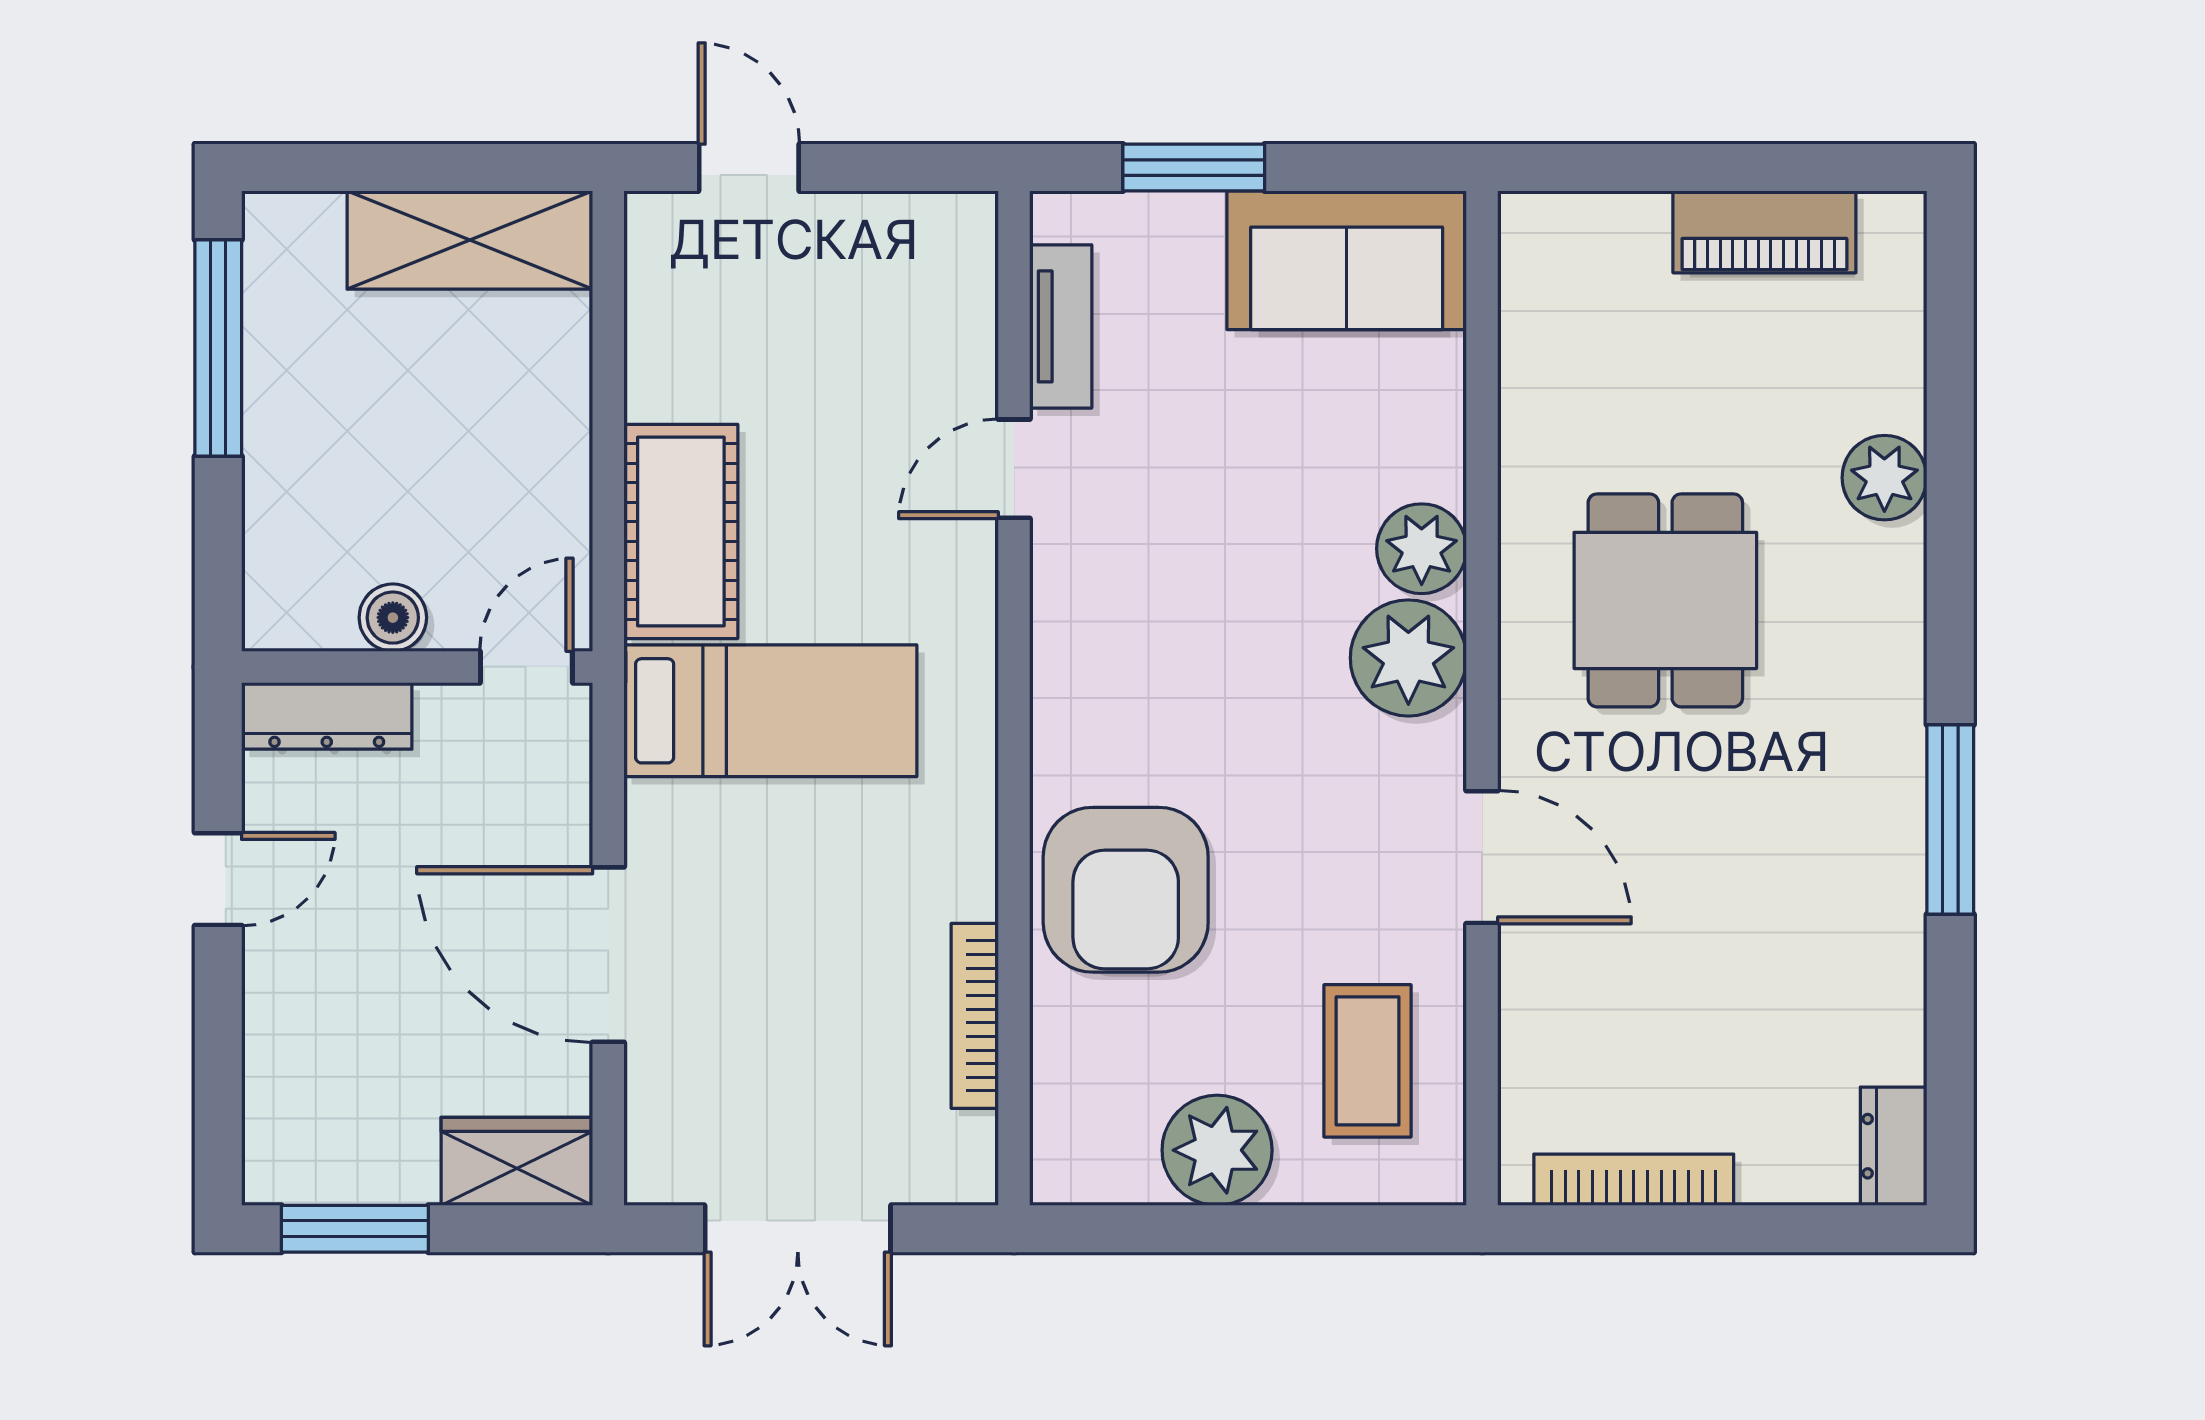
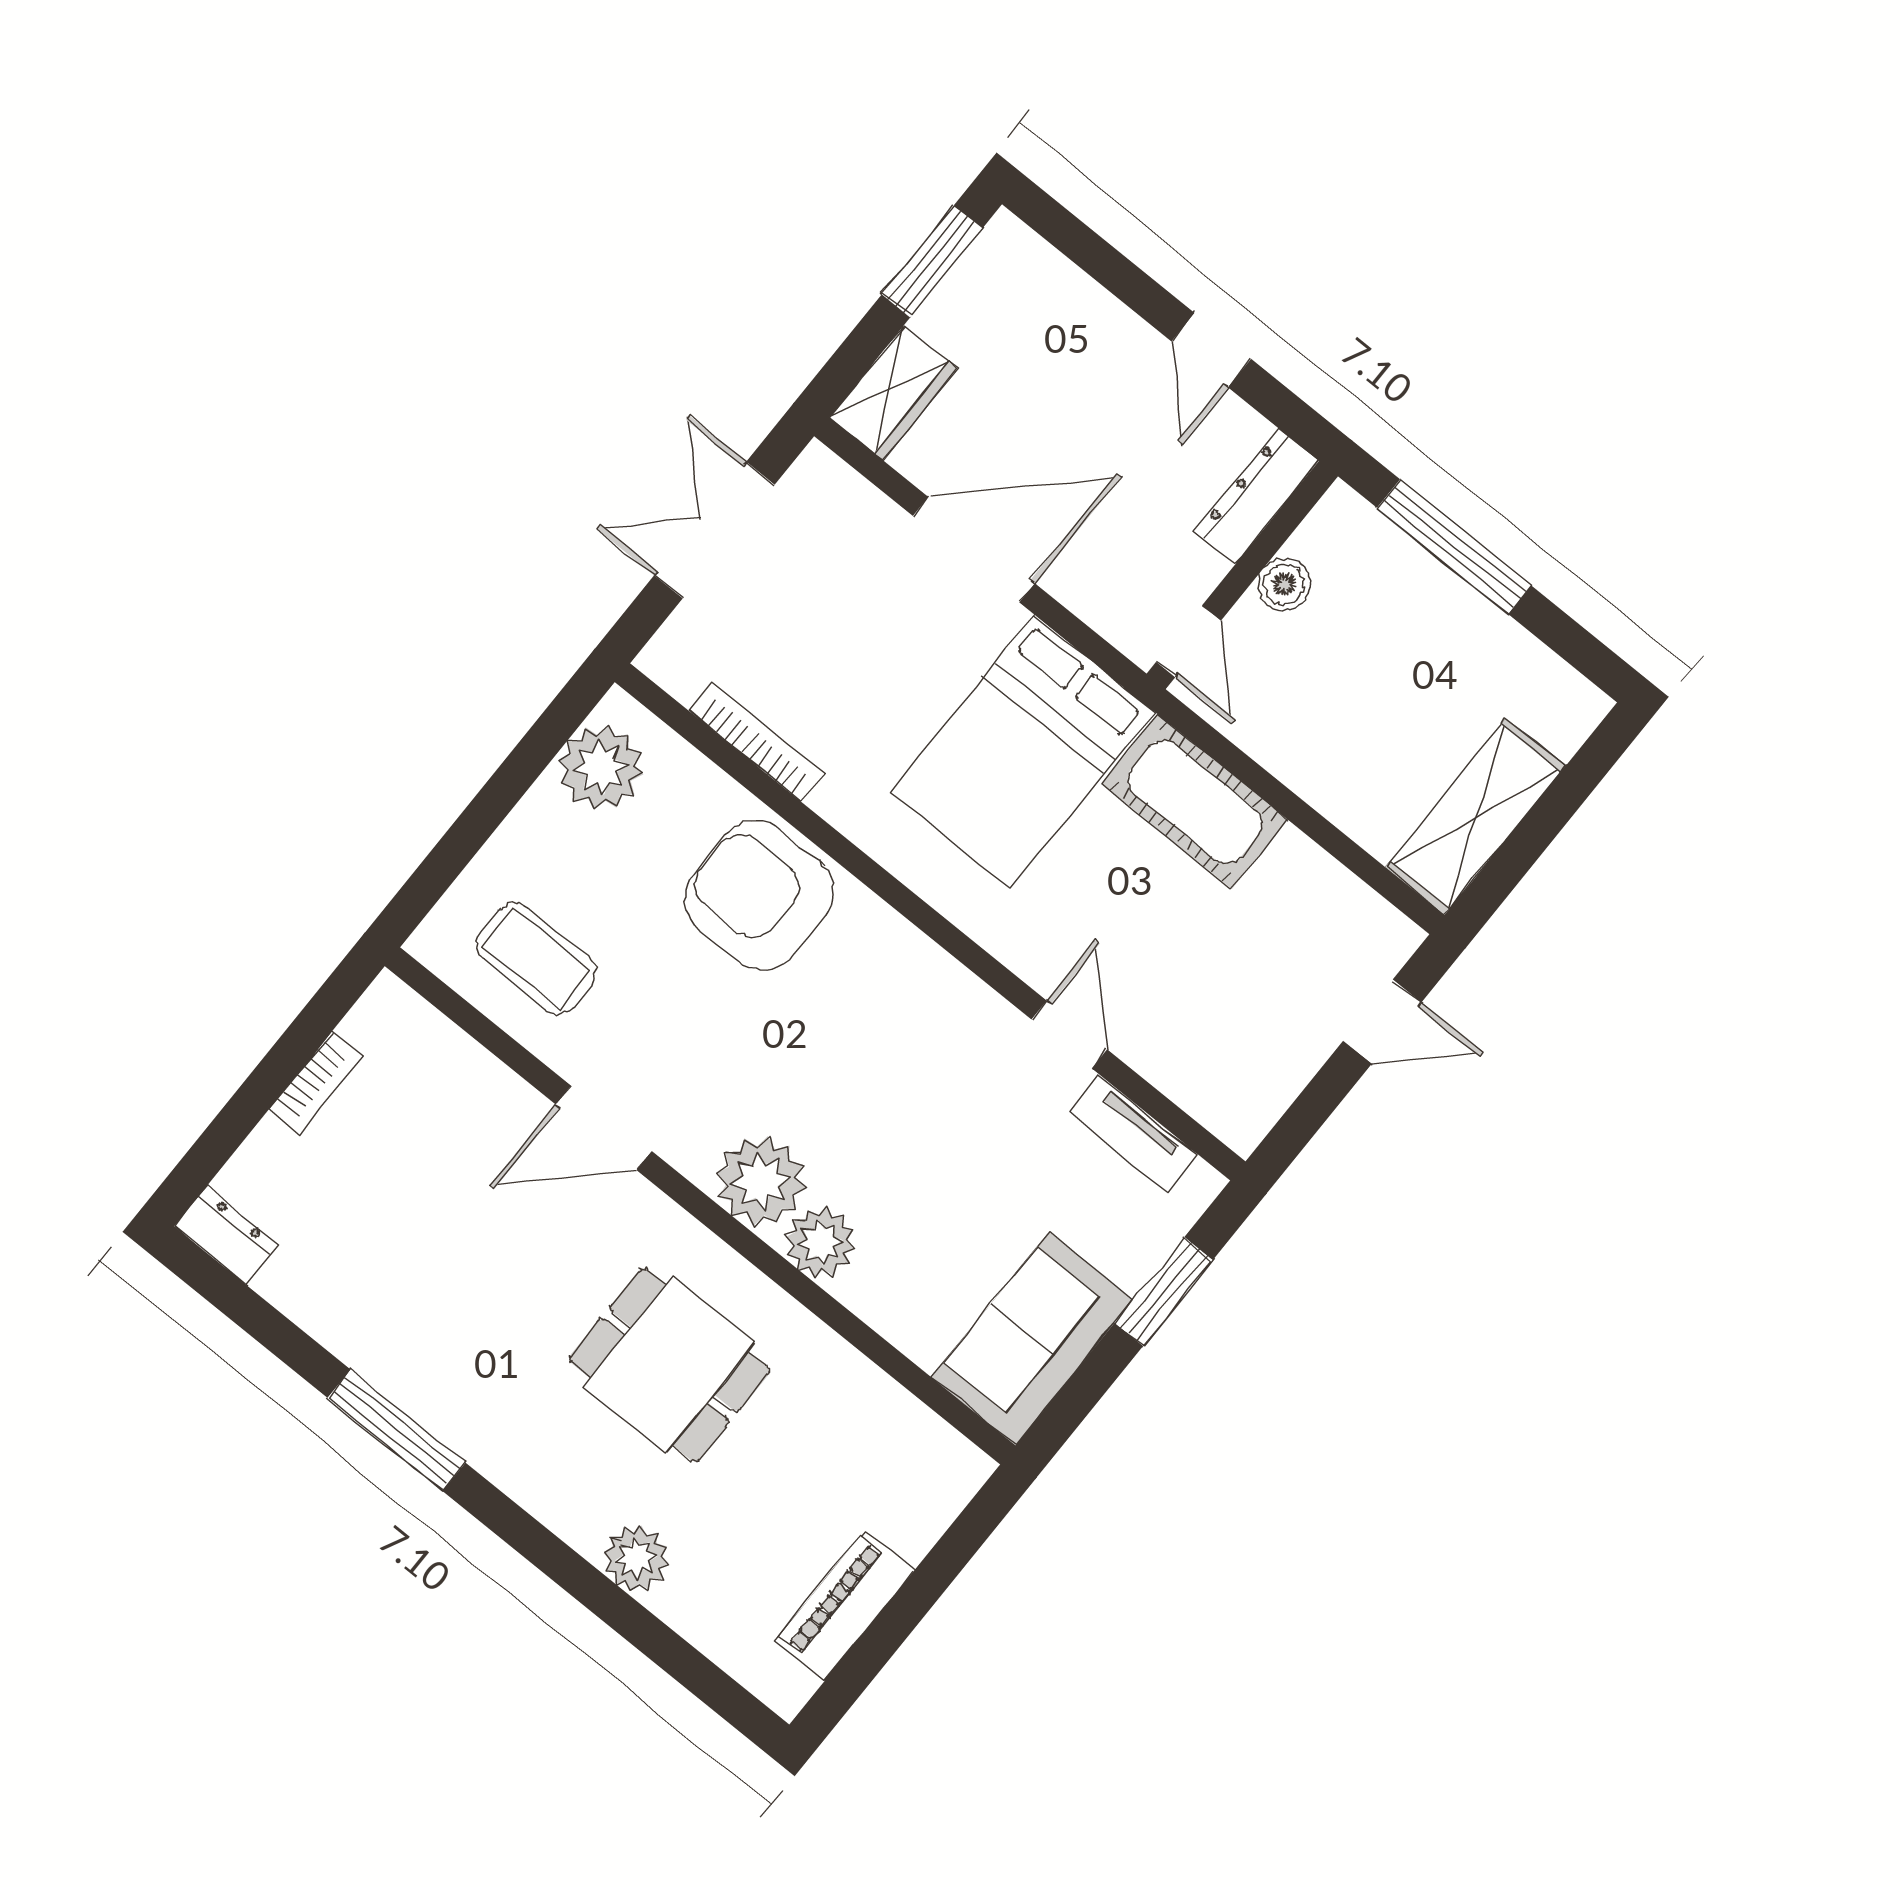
window: (218, 348) -> (1454, 547), moved
bed: (770, 711) -> (1022, 752), width x1.50
plant: (1217, 1150) -> (601, 768), moved
bookcase: (1634, 1180) -> (316, 1083), width x0.64

